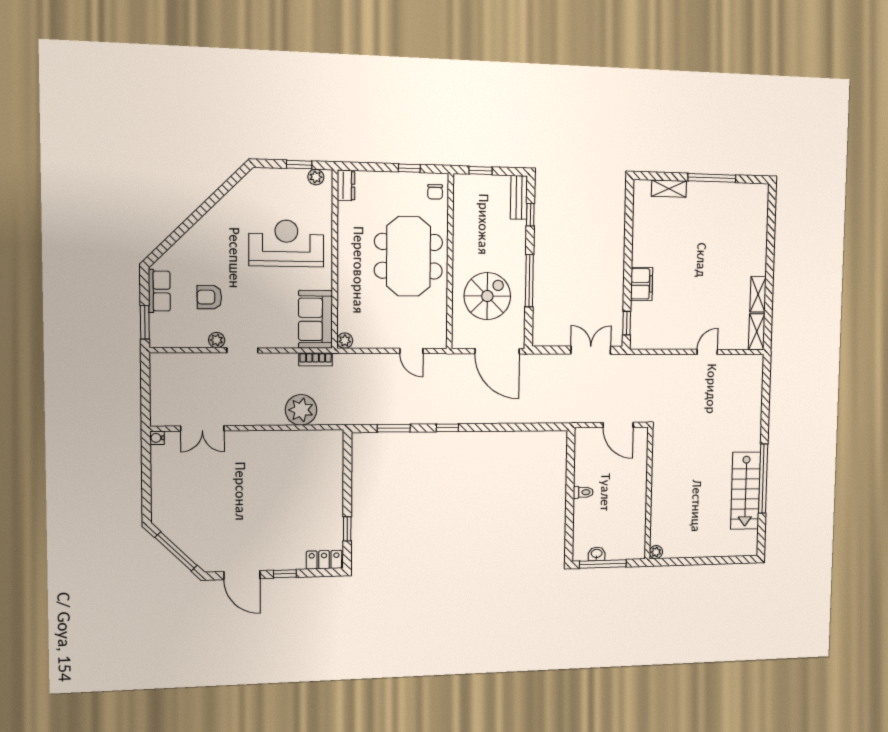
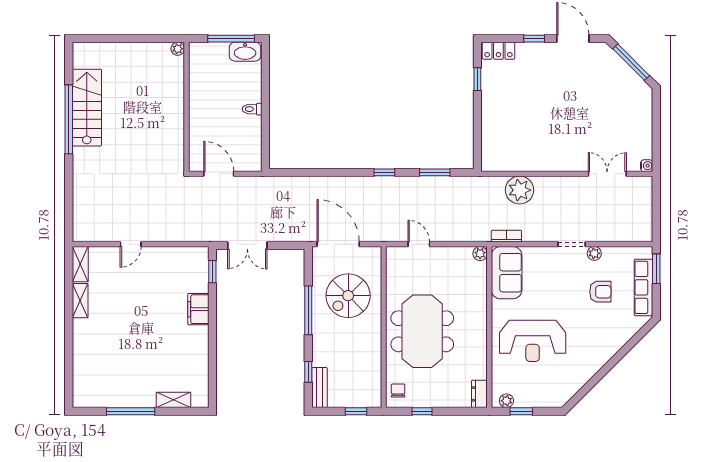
row of seats: (159, 291) -> (644, 287), width x1.48
washbasin: (597, 554) -> (245, 52), width x1.91, depth x1.45

